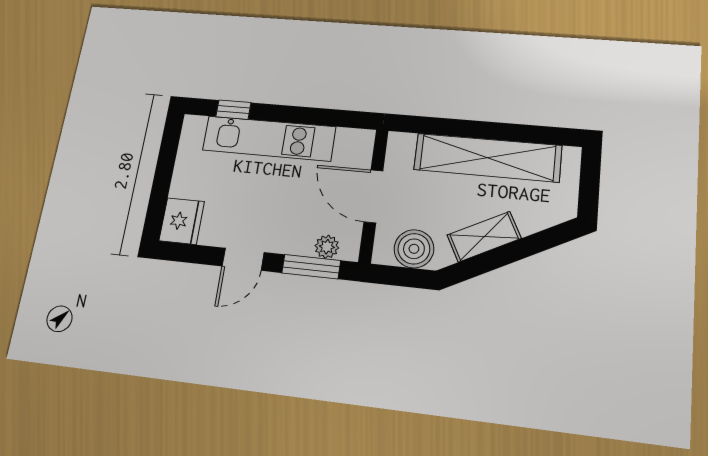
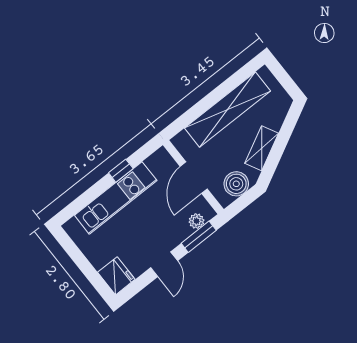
window: (233, 110) -> (121, 171), moved
door: (373, 196) -> (194, 178), hinge flipped

